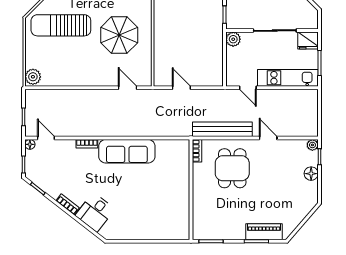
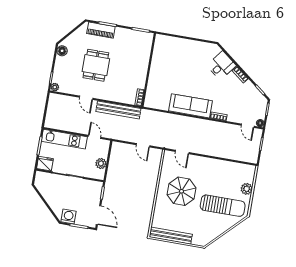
plant: (233, 39) -> (101, 163), moved
plant: (33, 77) -> (247, 189), moved
dining table: (232, 168) -> (96, 65), moved
floor lamp: (311, 174) -> (62, 51), moved

